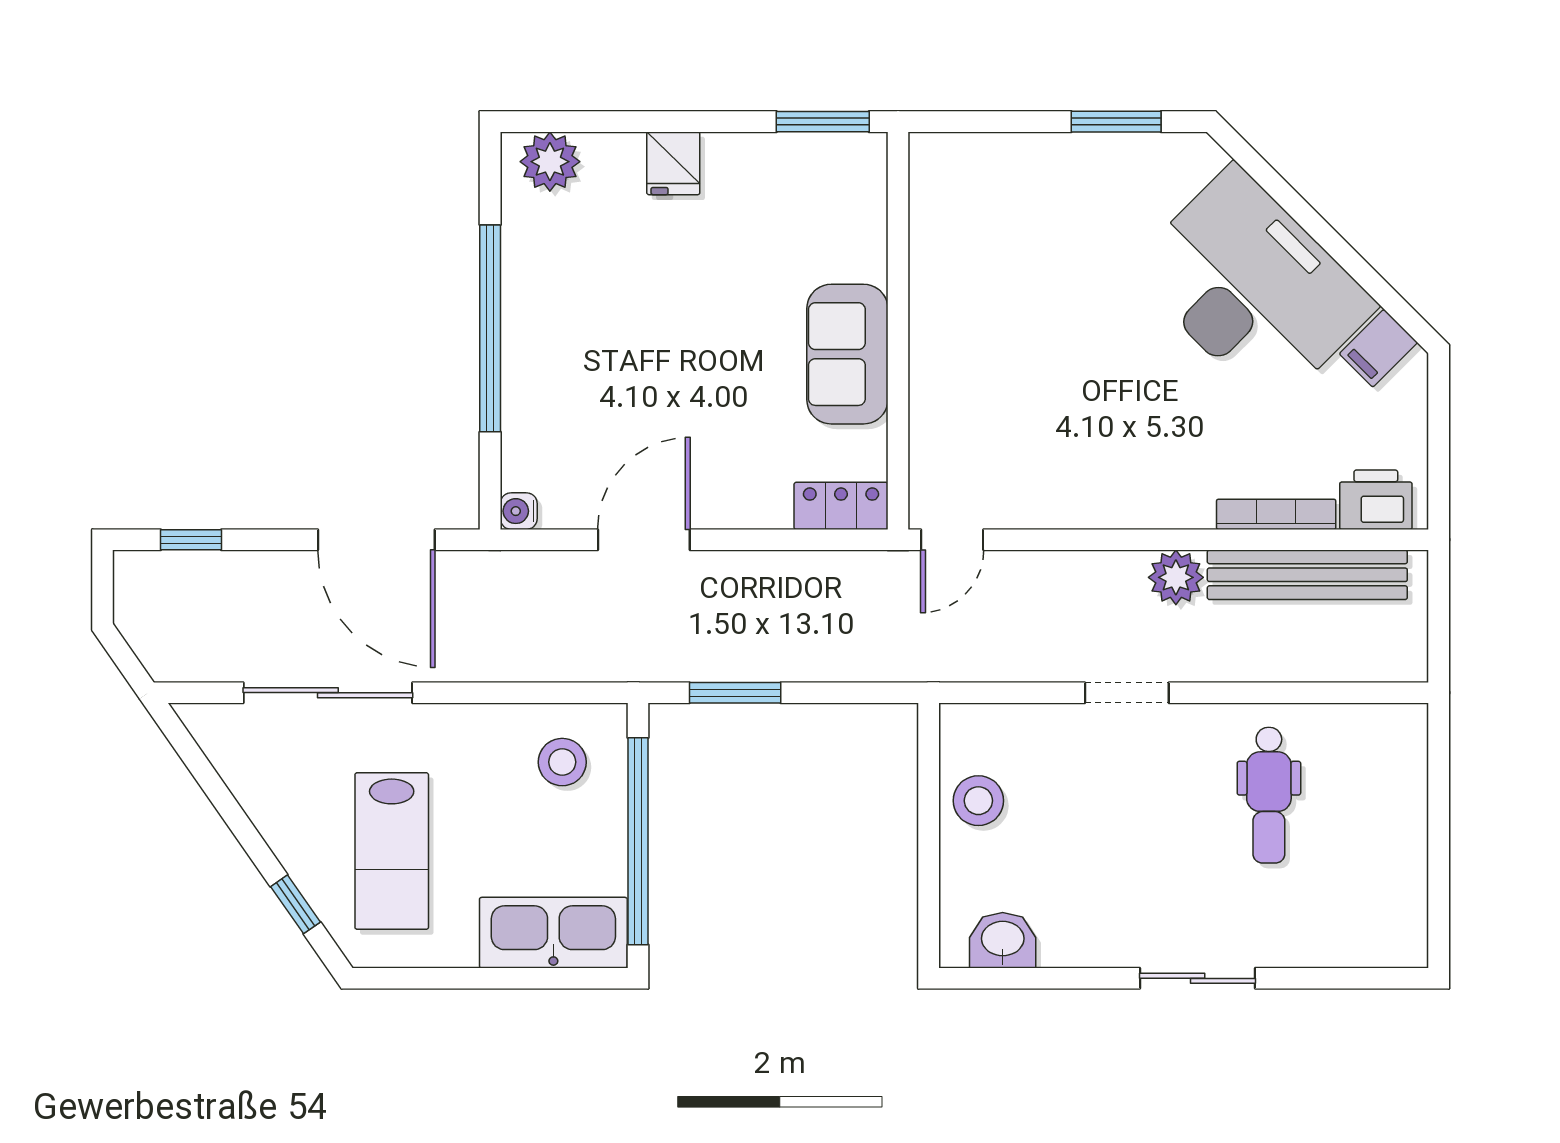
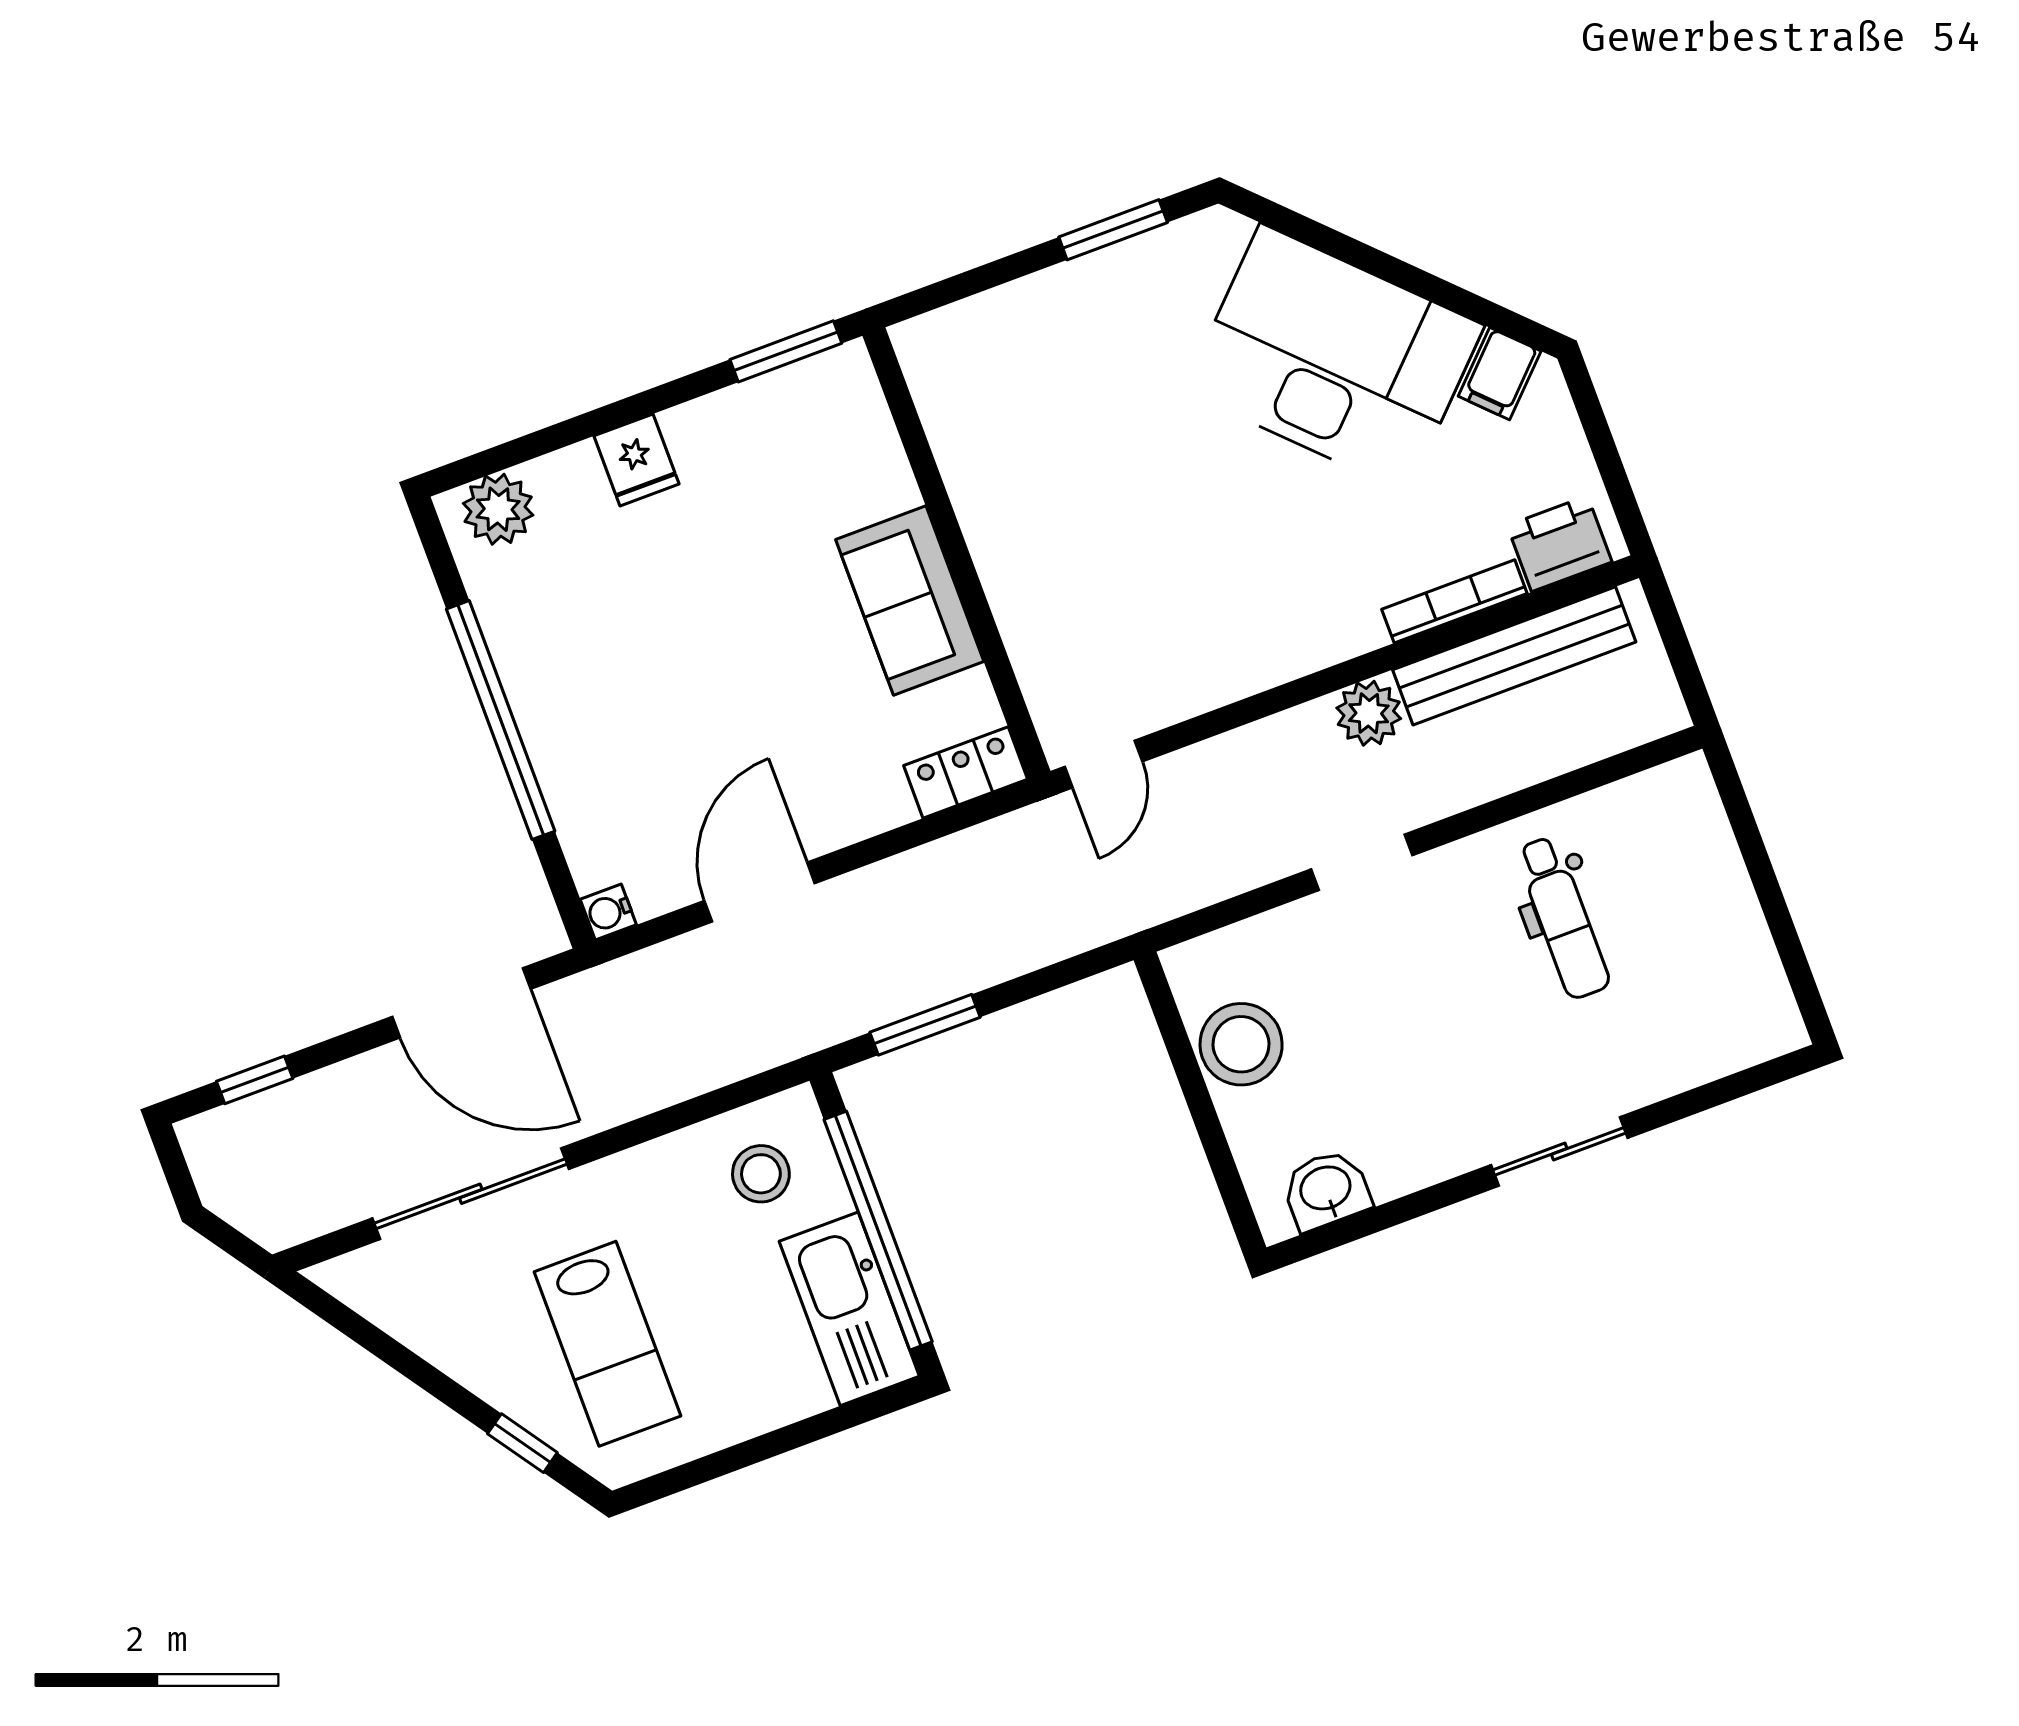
stool: (978, 801) -> (1241, 1044), width x1.38, depth x1.38
kitchen sink: (553, 933) -> (849, 1309), moved, turned -90

